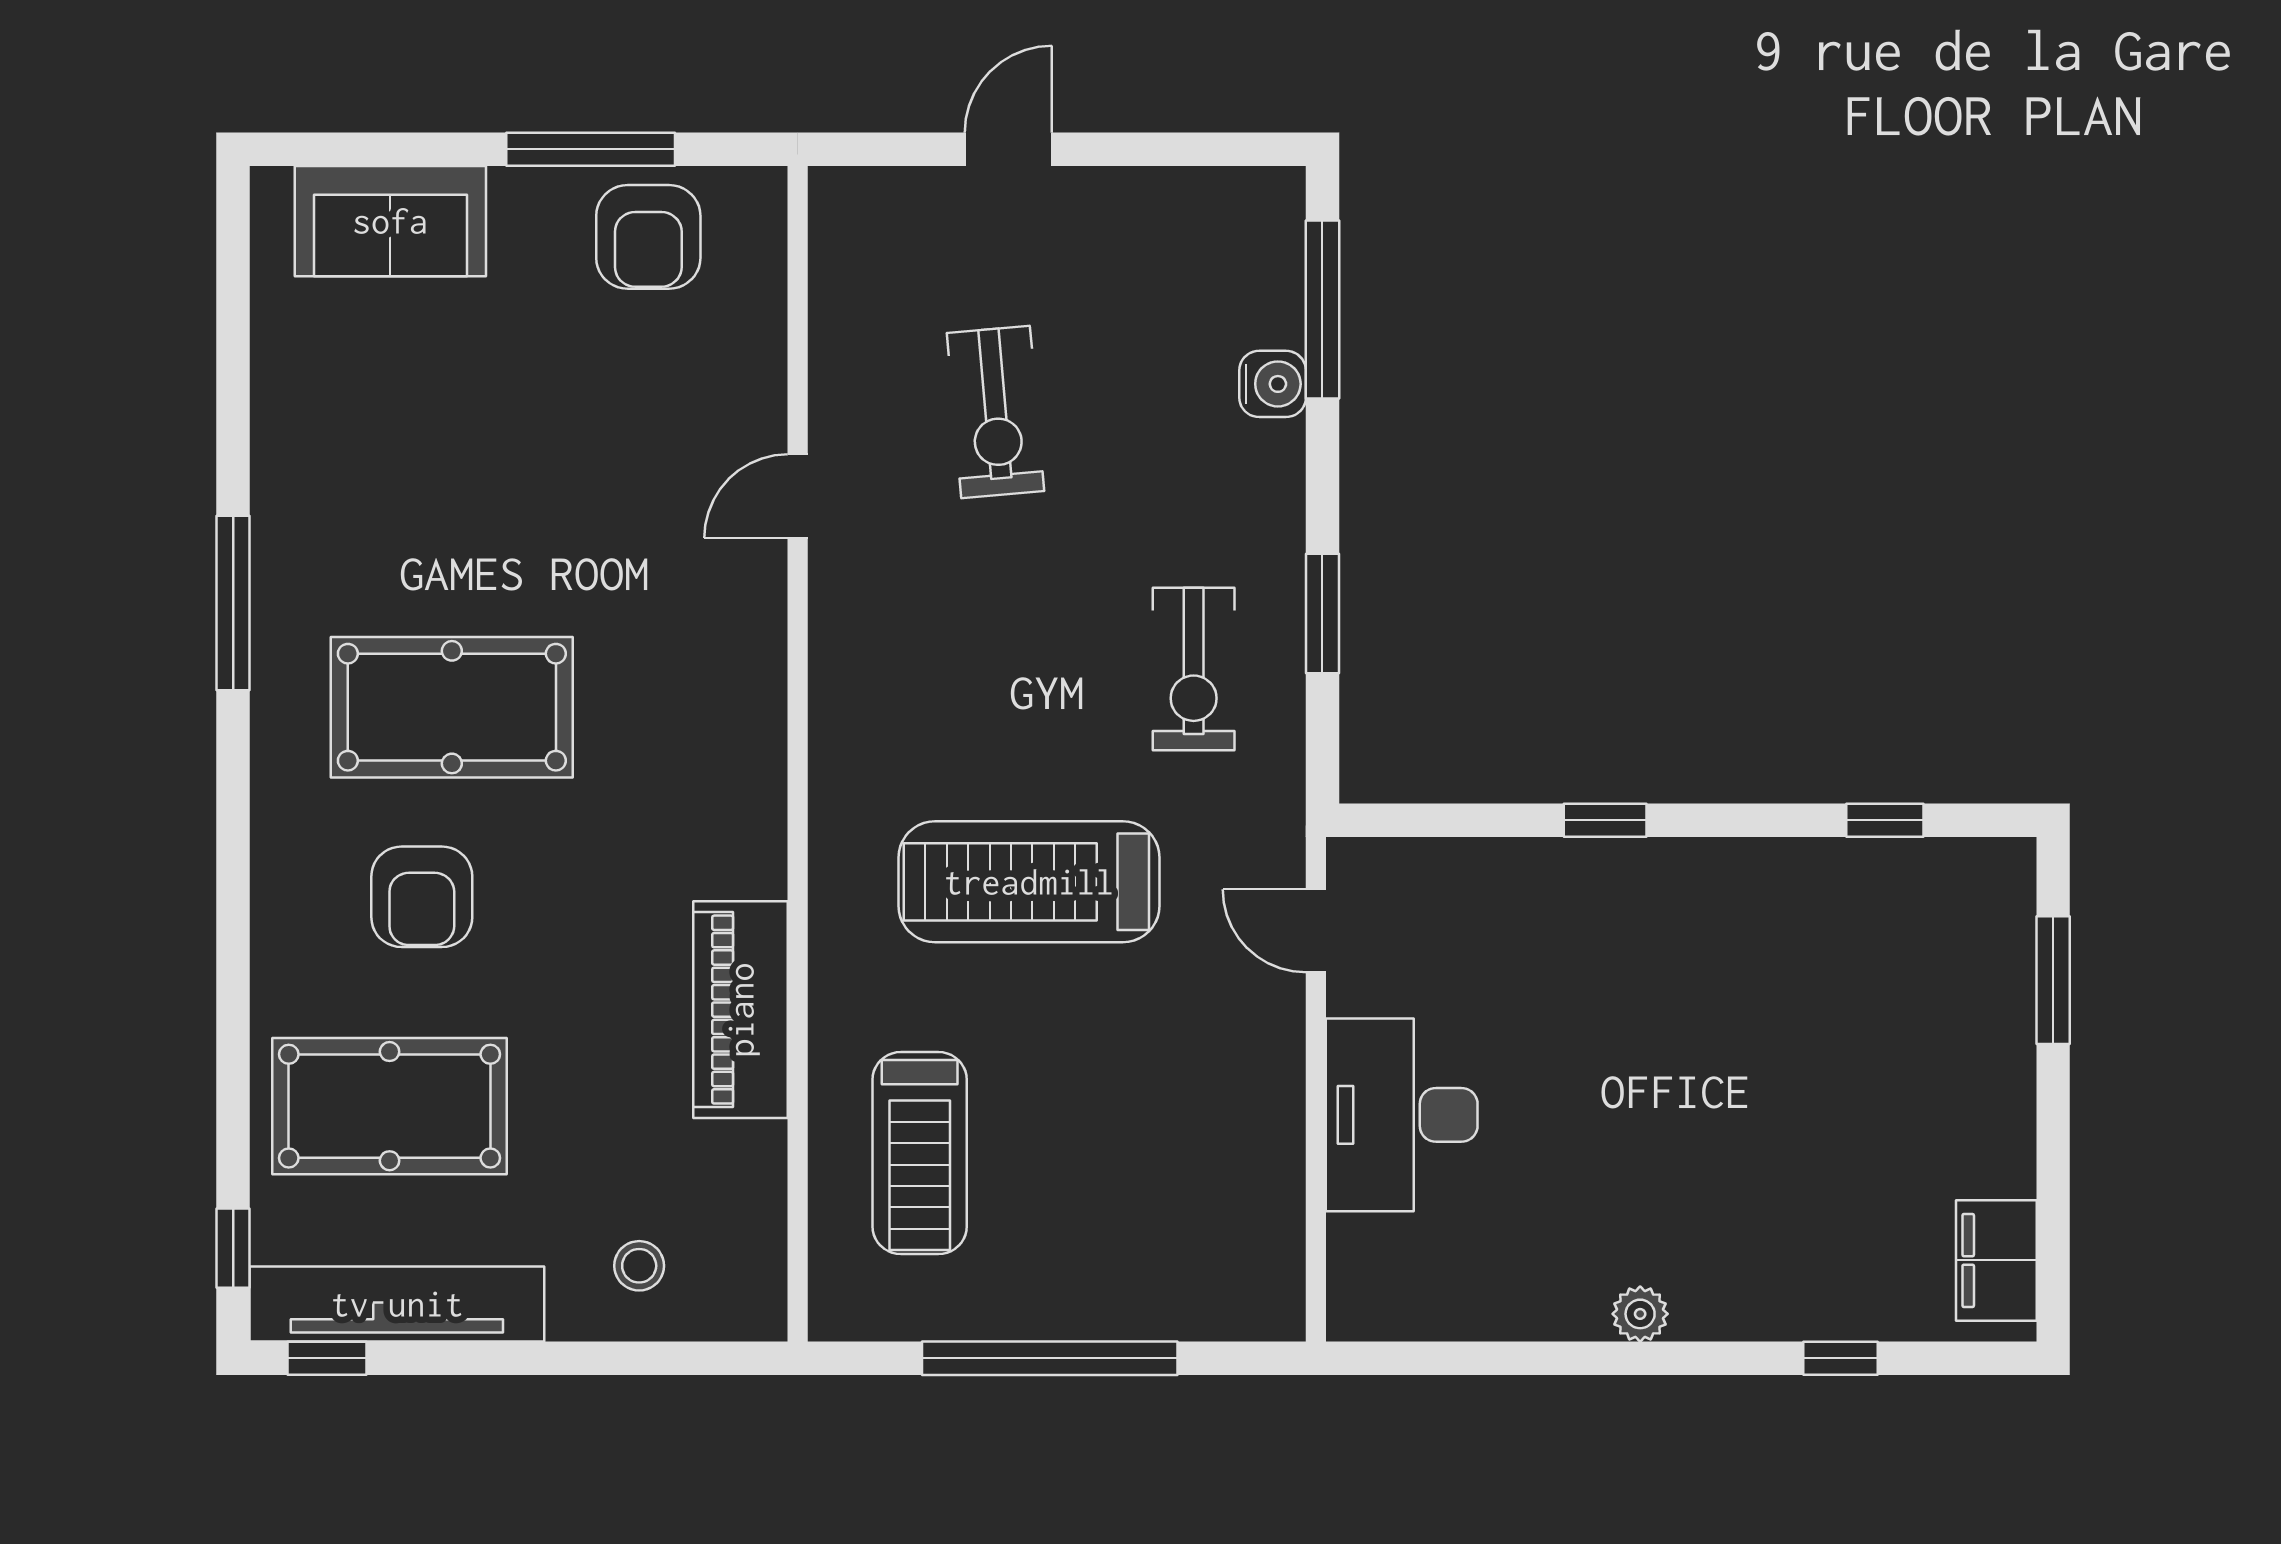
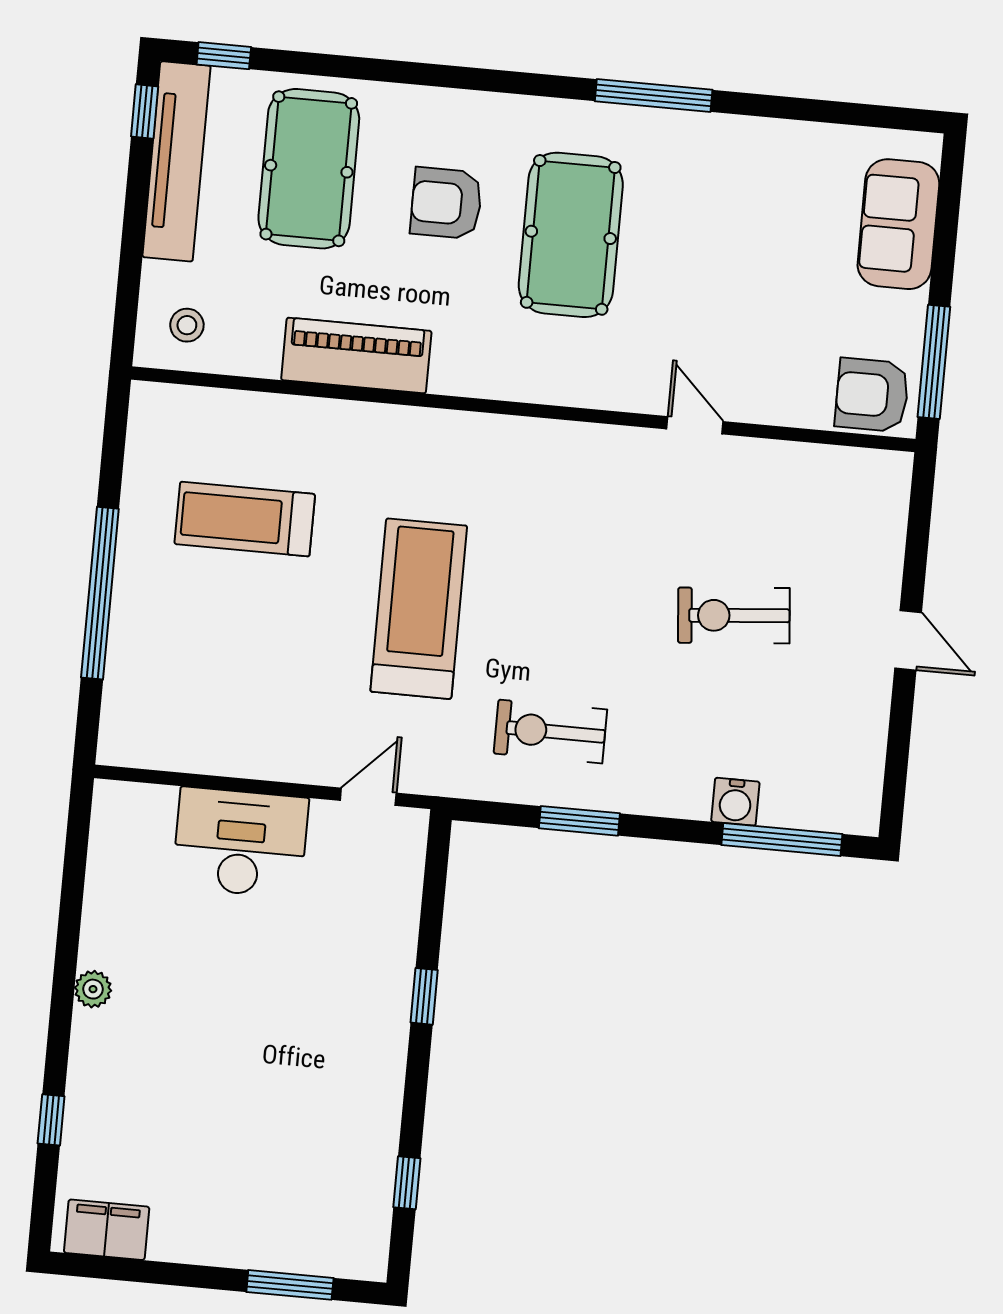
door: (798, 496) -> (695, 425), moved
wall: (798, 754) -> (523, 409), moved
piano: (741, 1010) -> (356, 355), moved

